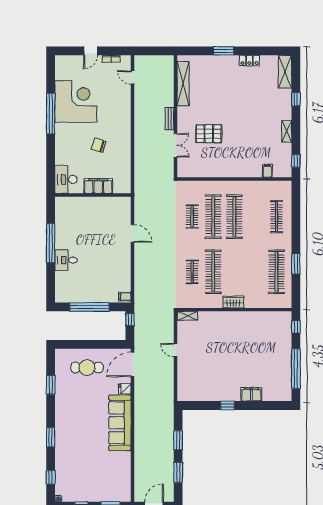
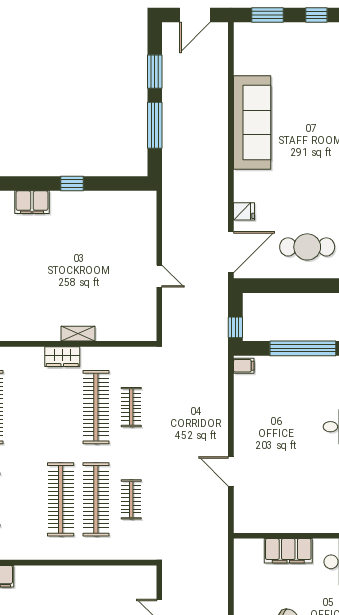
shelving: (188, 316) -> (78, 334), moved
sofa: (120, 423) -> (252, 123), moved
window: (178, 440) -> (155, 125), width x1.44

